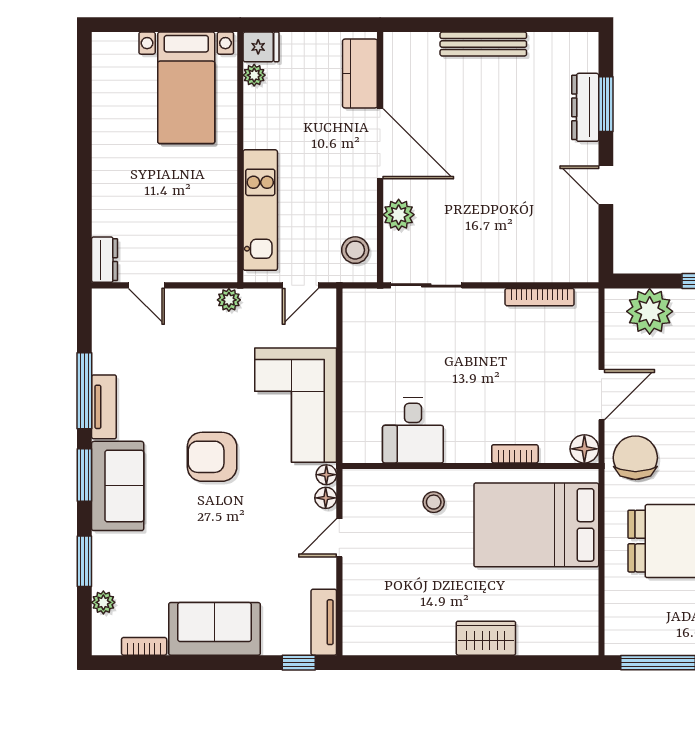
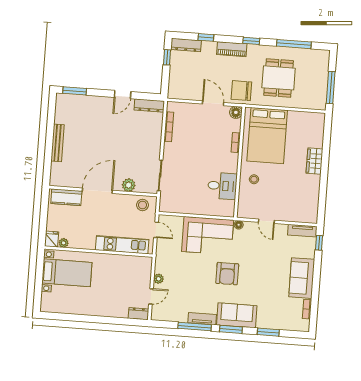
window: (606, 104) -> (75, 91), moved
dresser: (585, 107) -> (149, 105), moved
plant: (229, 300) -> (159, 279), moved
plant: (650, 311) -> (179, 80), removed
floor lamp: (326, 498) -> (249, 226), removed
plant: (103, 602) -> (287, 325), removed

